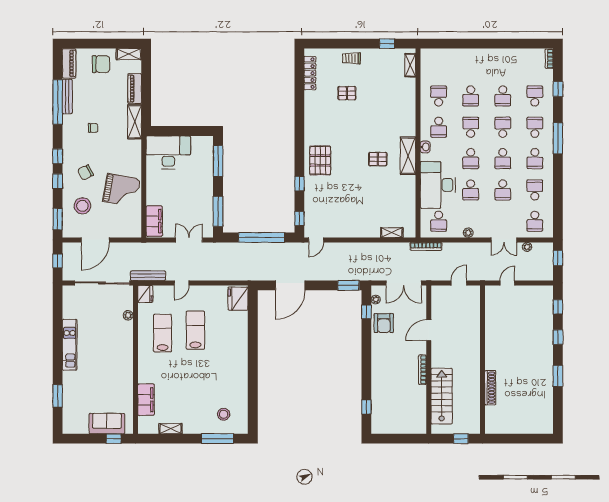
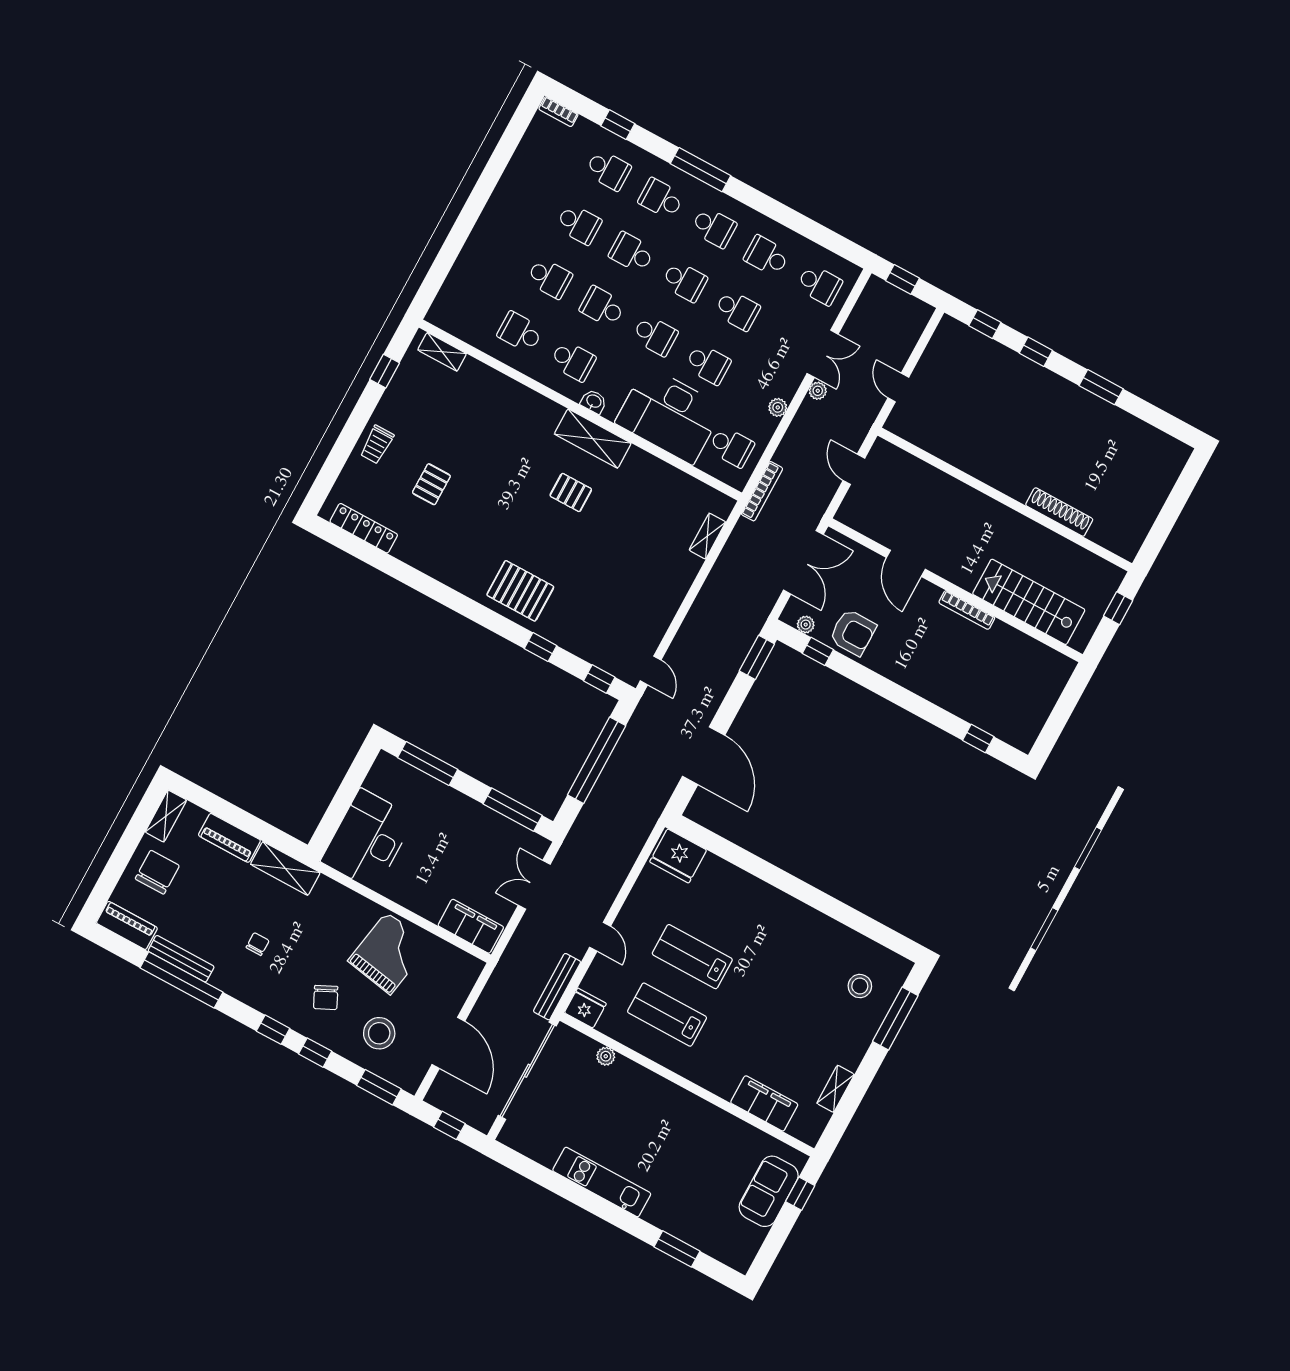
school desk: (535, 96) -> (608, 170), turned 180
pallet: (378, 159) -> (571, 492), turned 90
plant: (527, 247) -> (818, 391), moved

